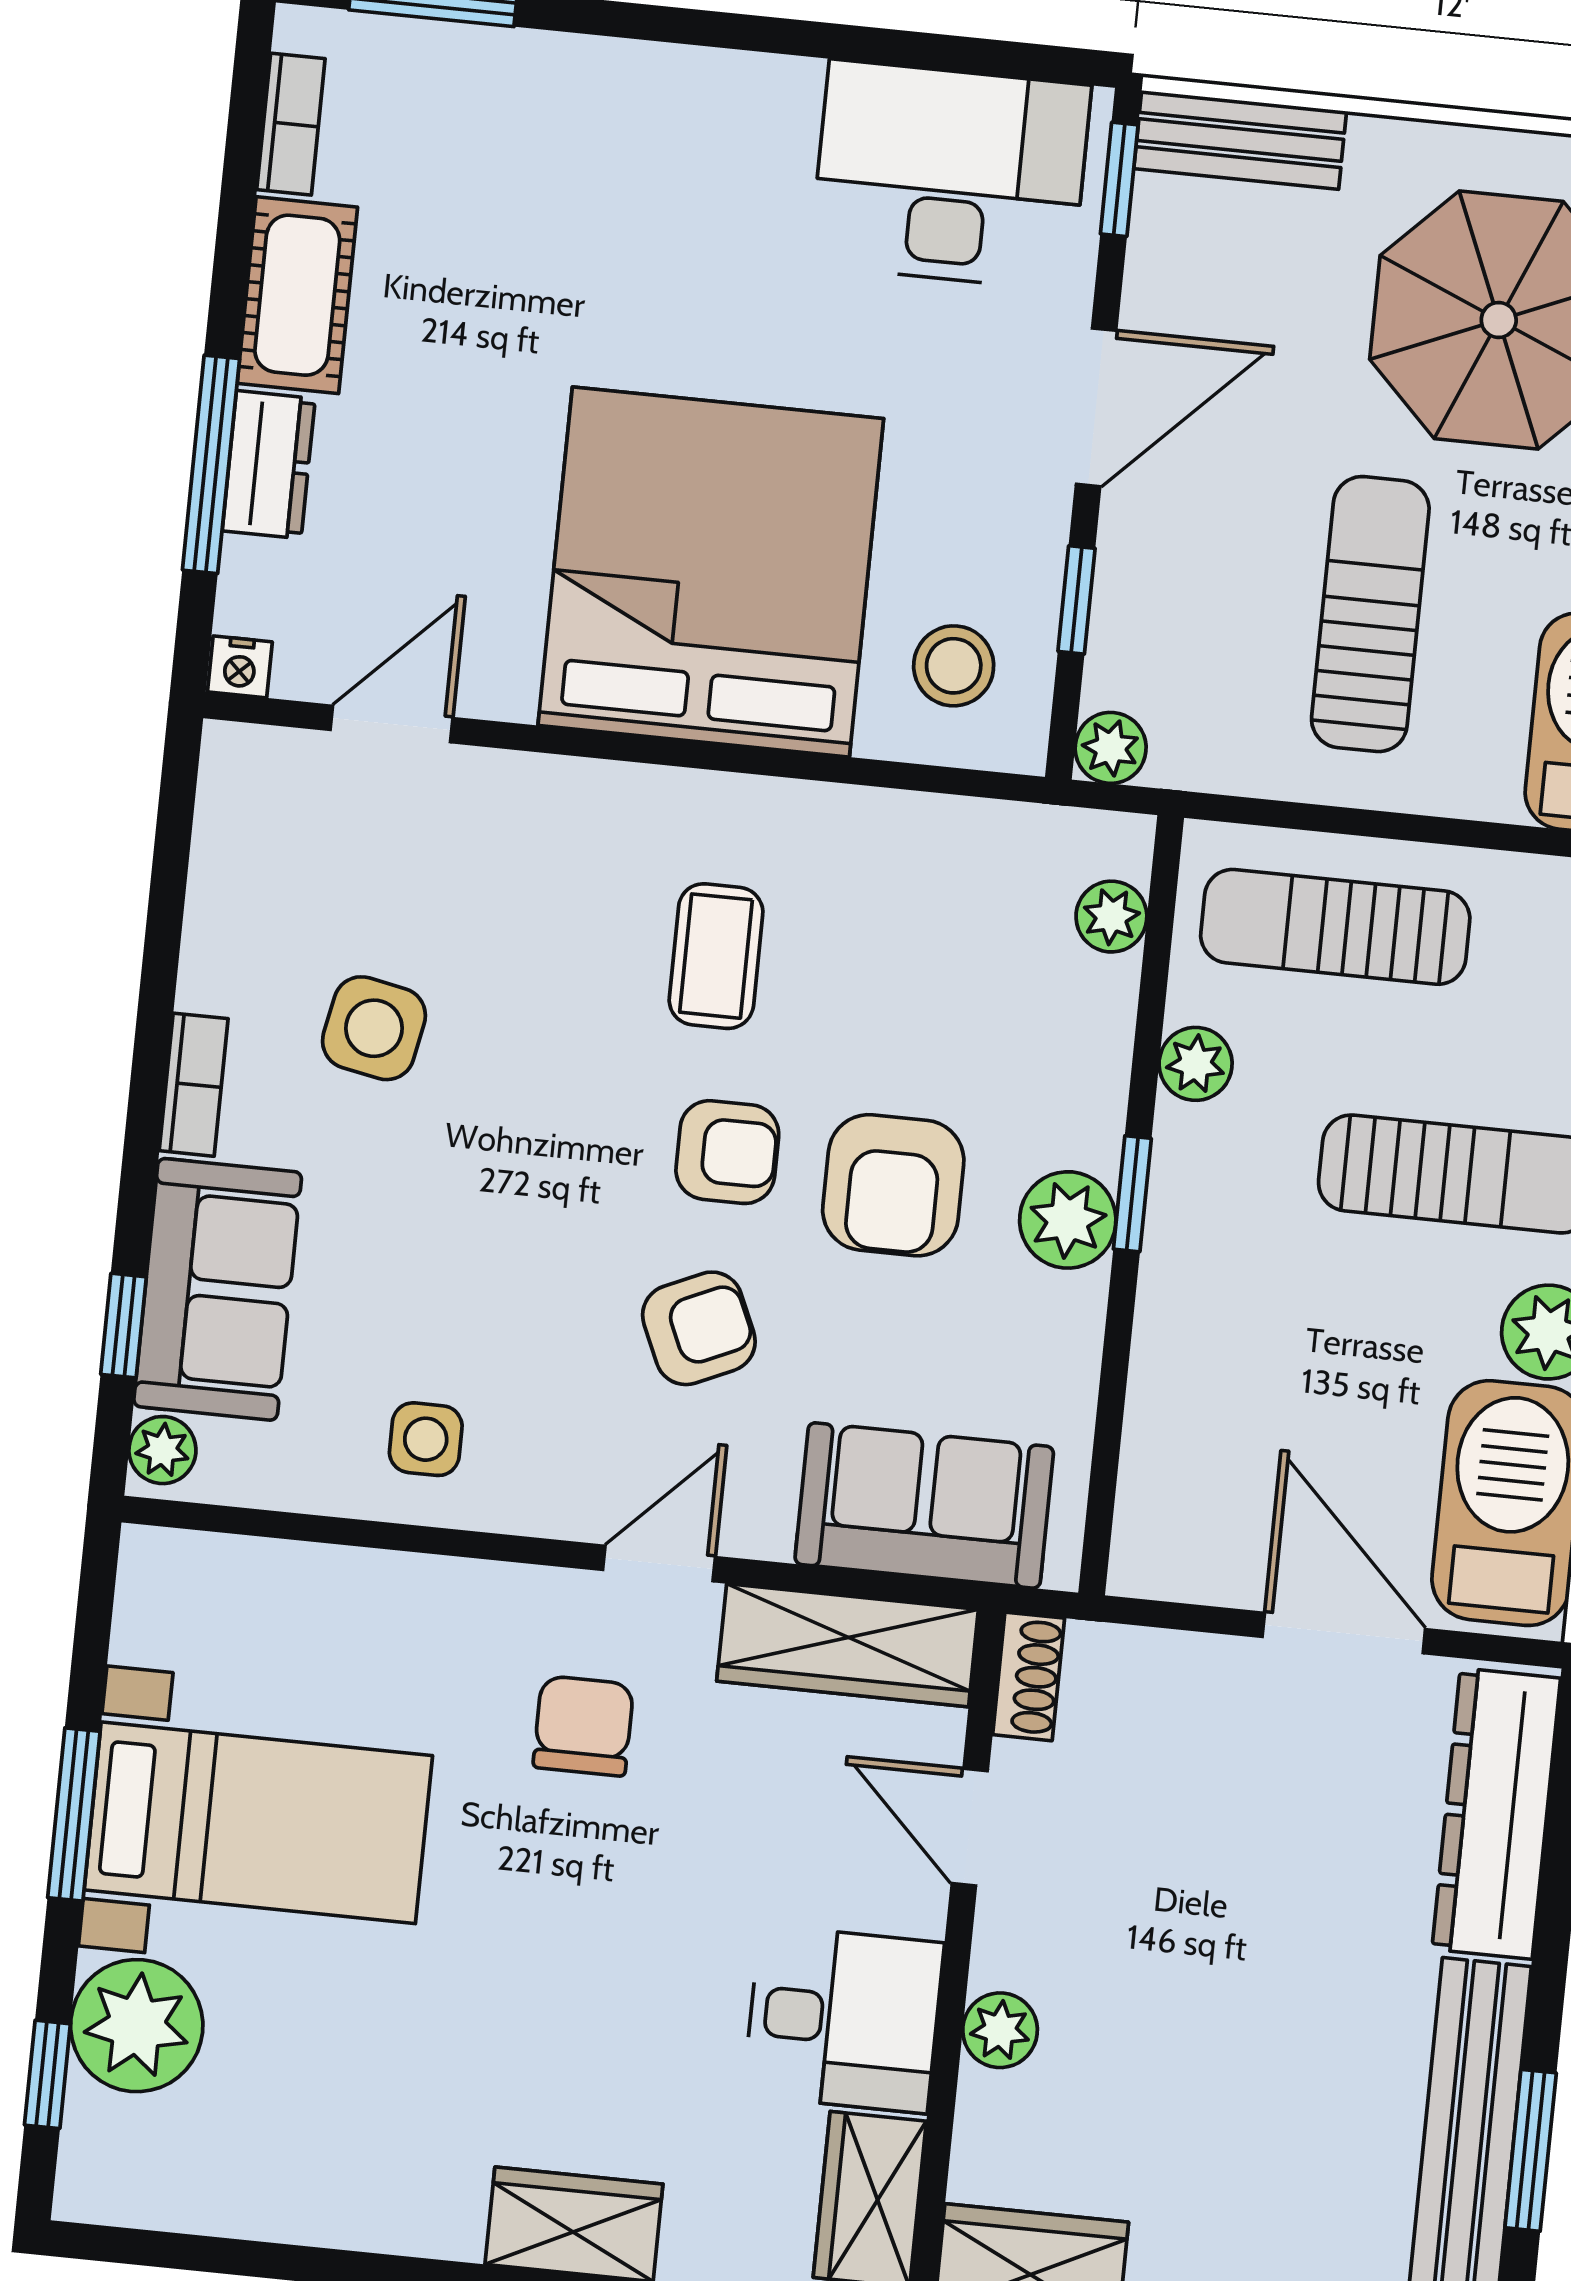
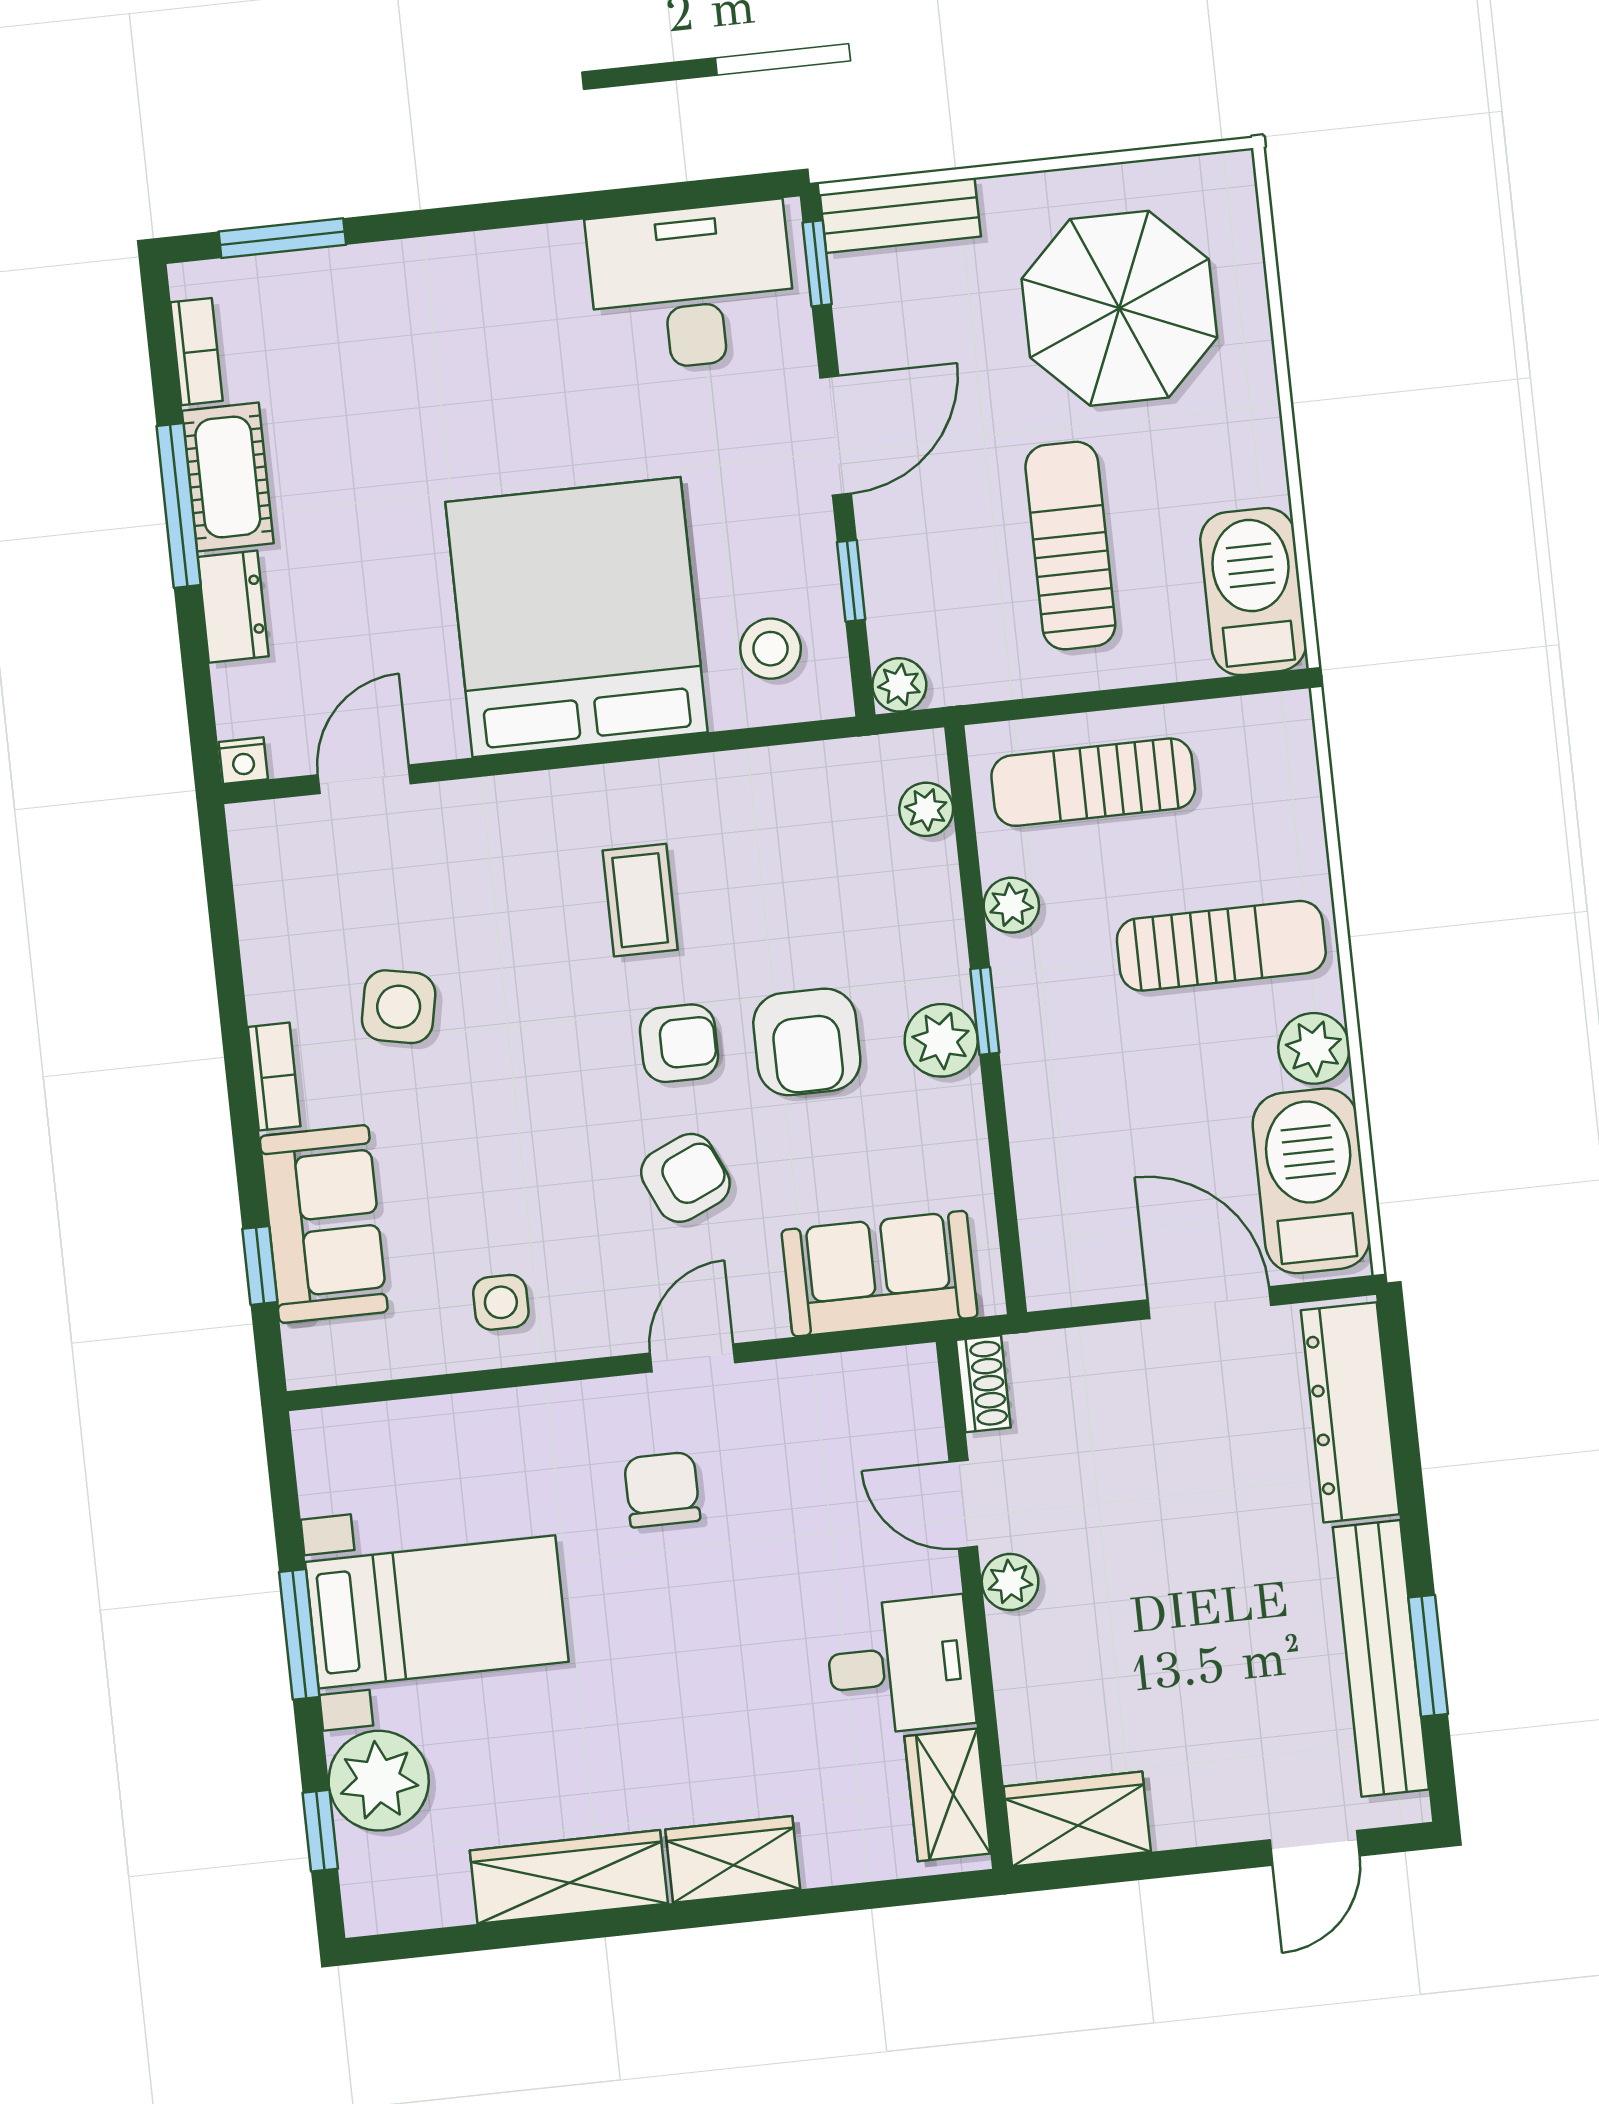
window: (211, 464) -> (179, 505), moved
plant: (162, 1450) -> (308, 1351), removed
wardrobe: (848, 1645) -> (569, 1877), moved, turned 180
plant: (1000, 2030) -> (1010, 1582), moved

